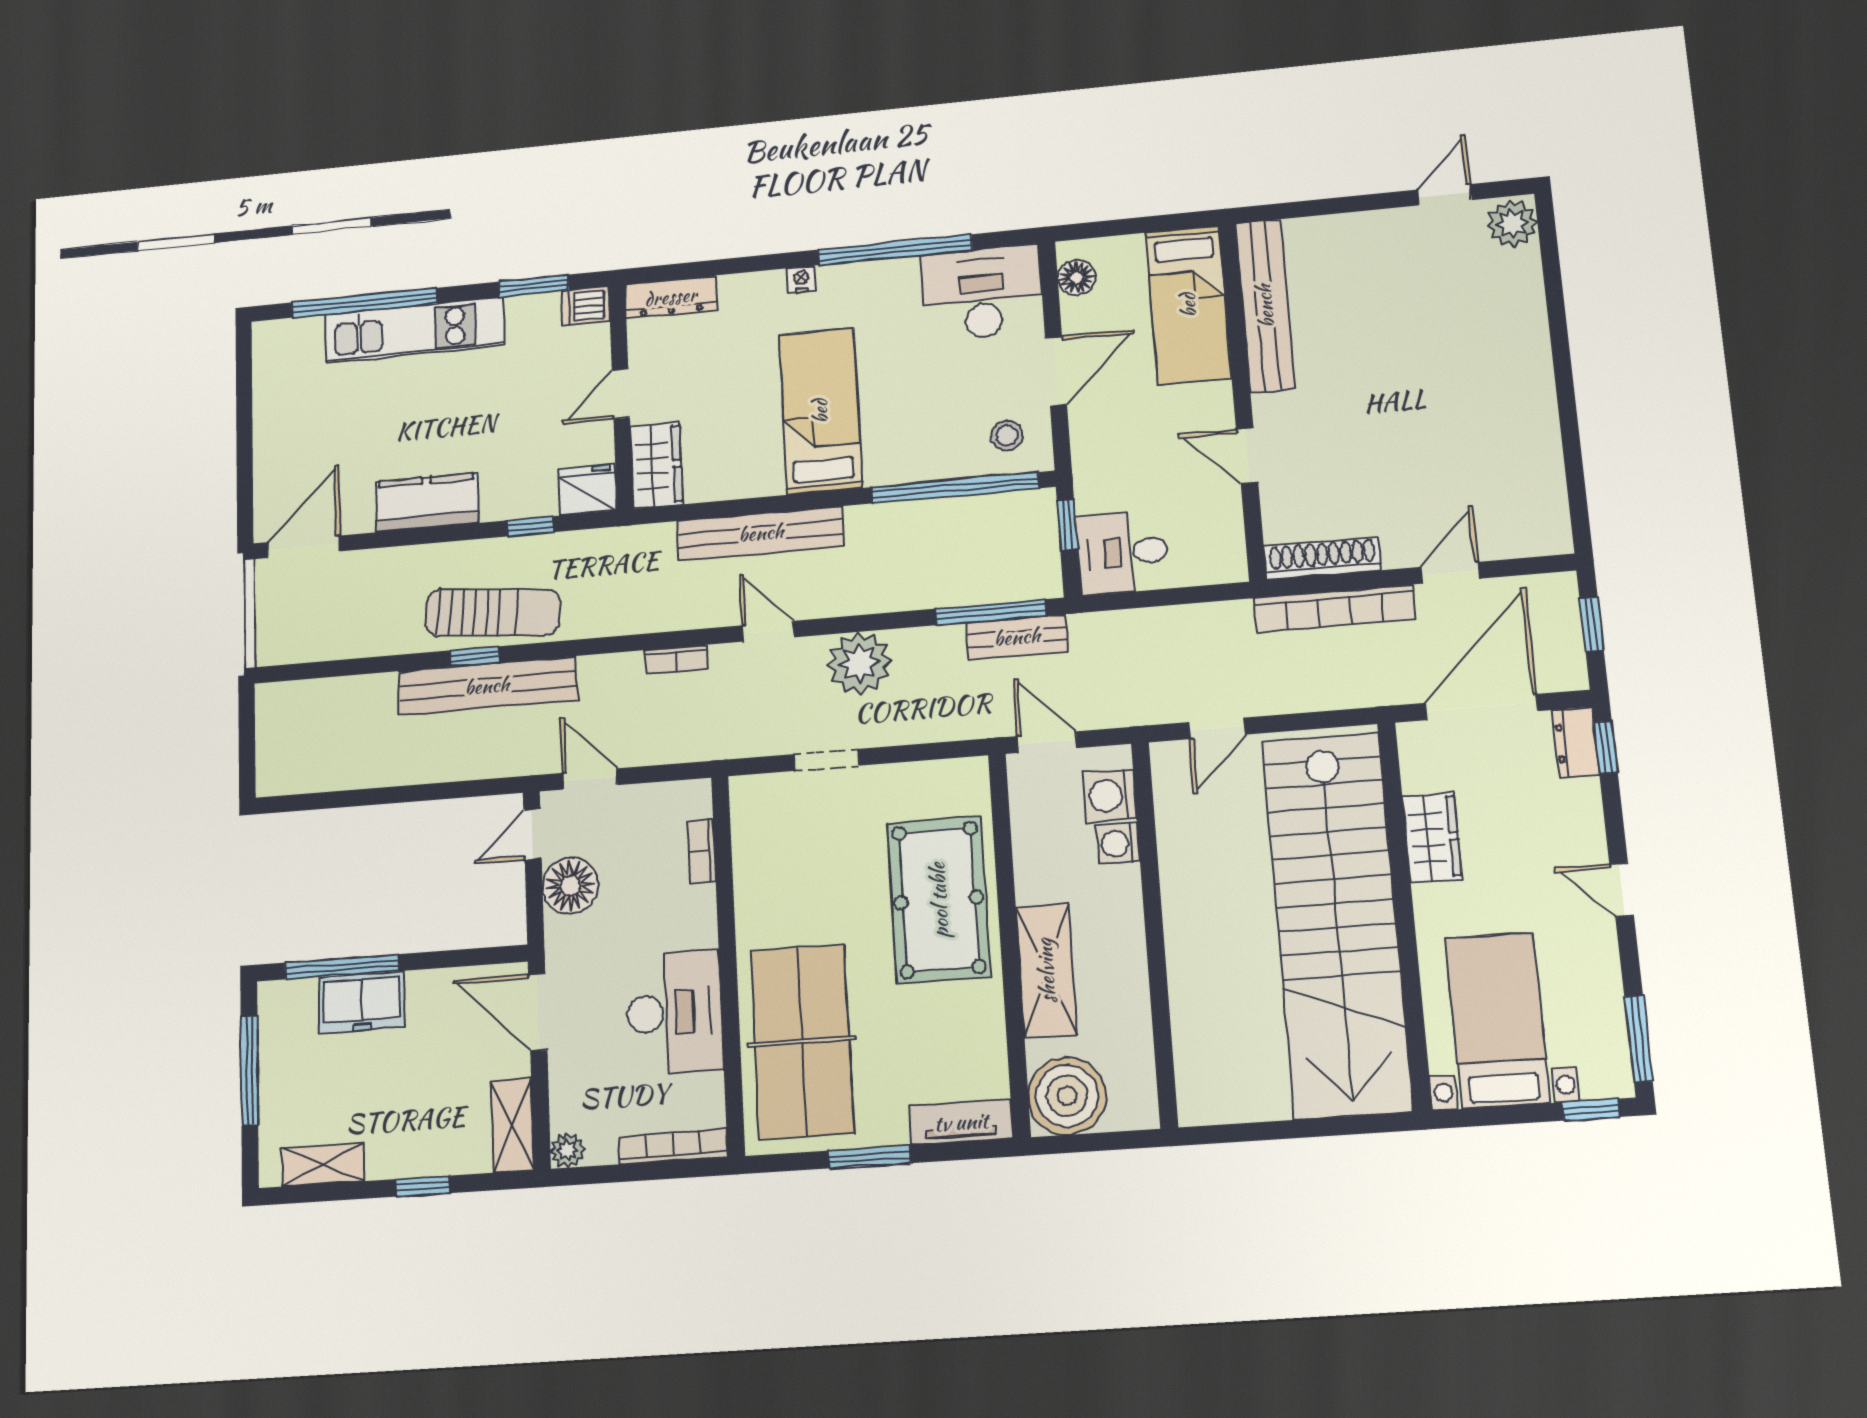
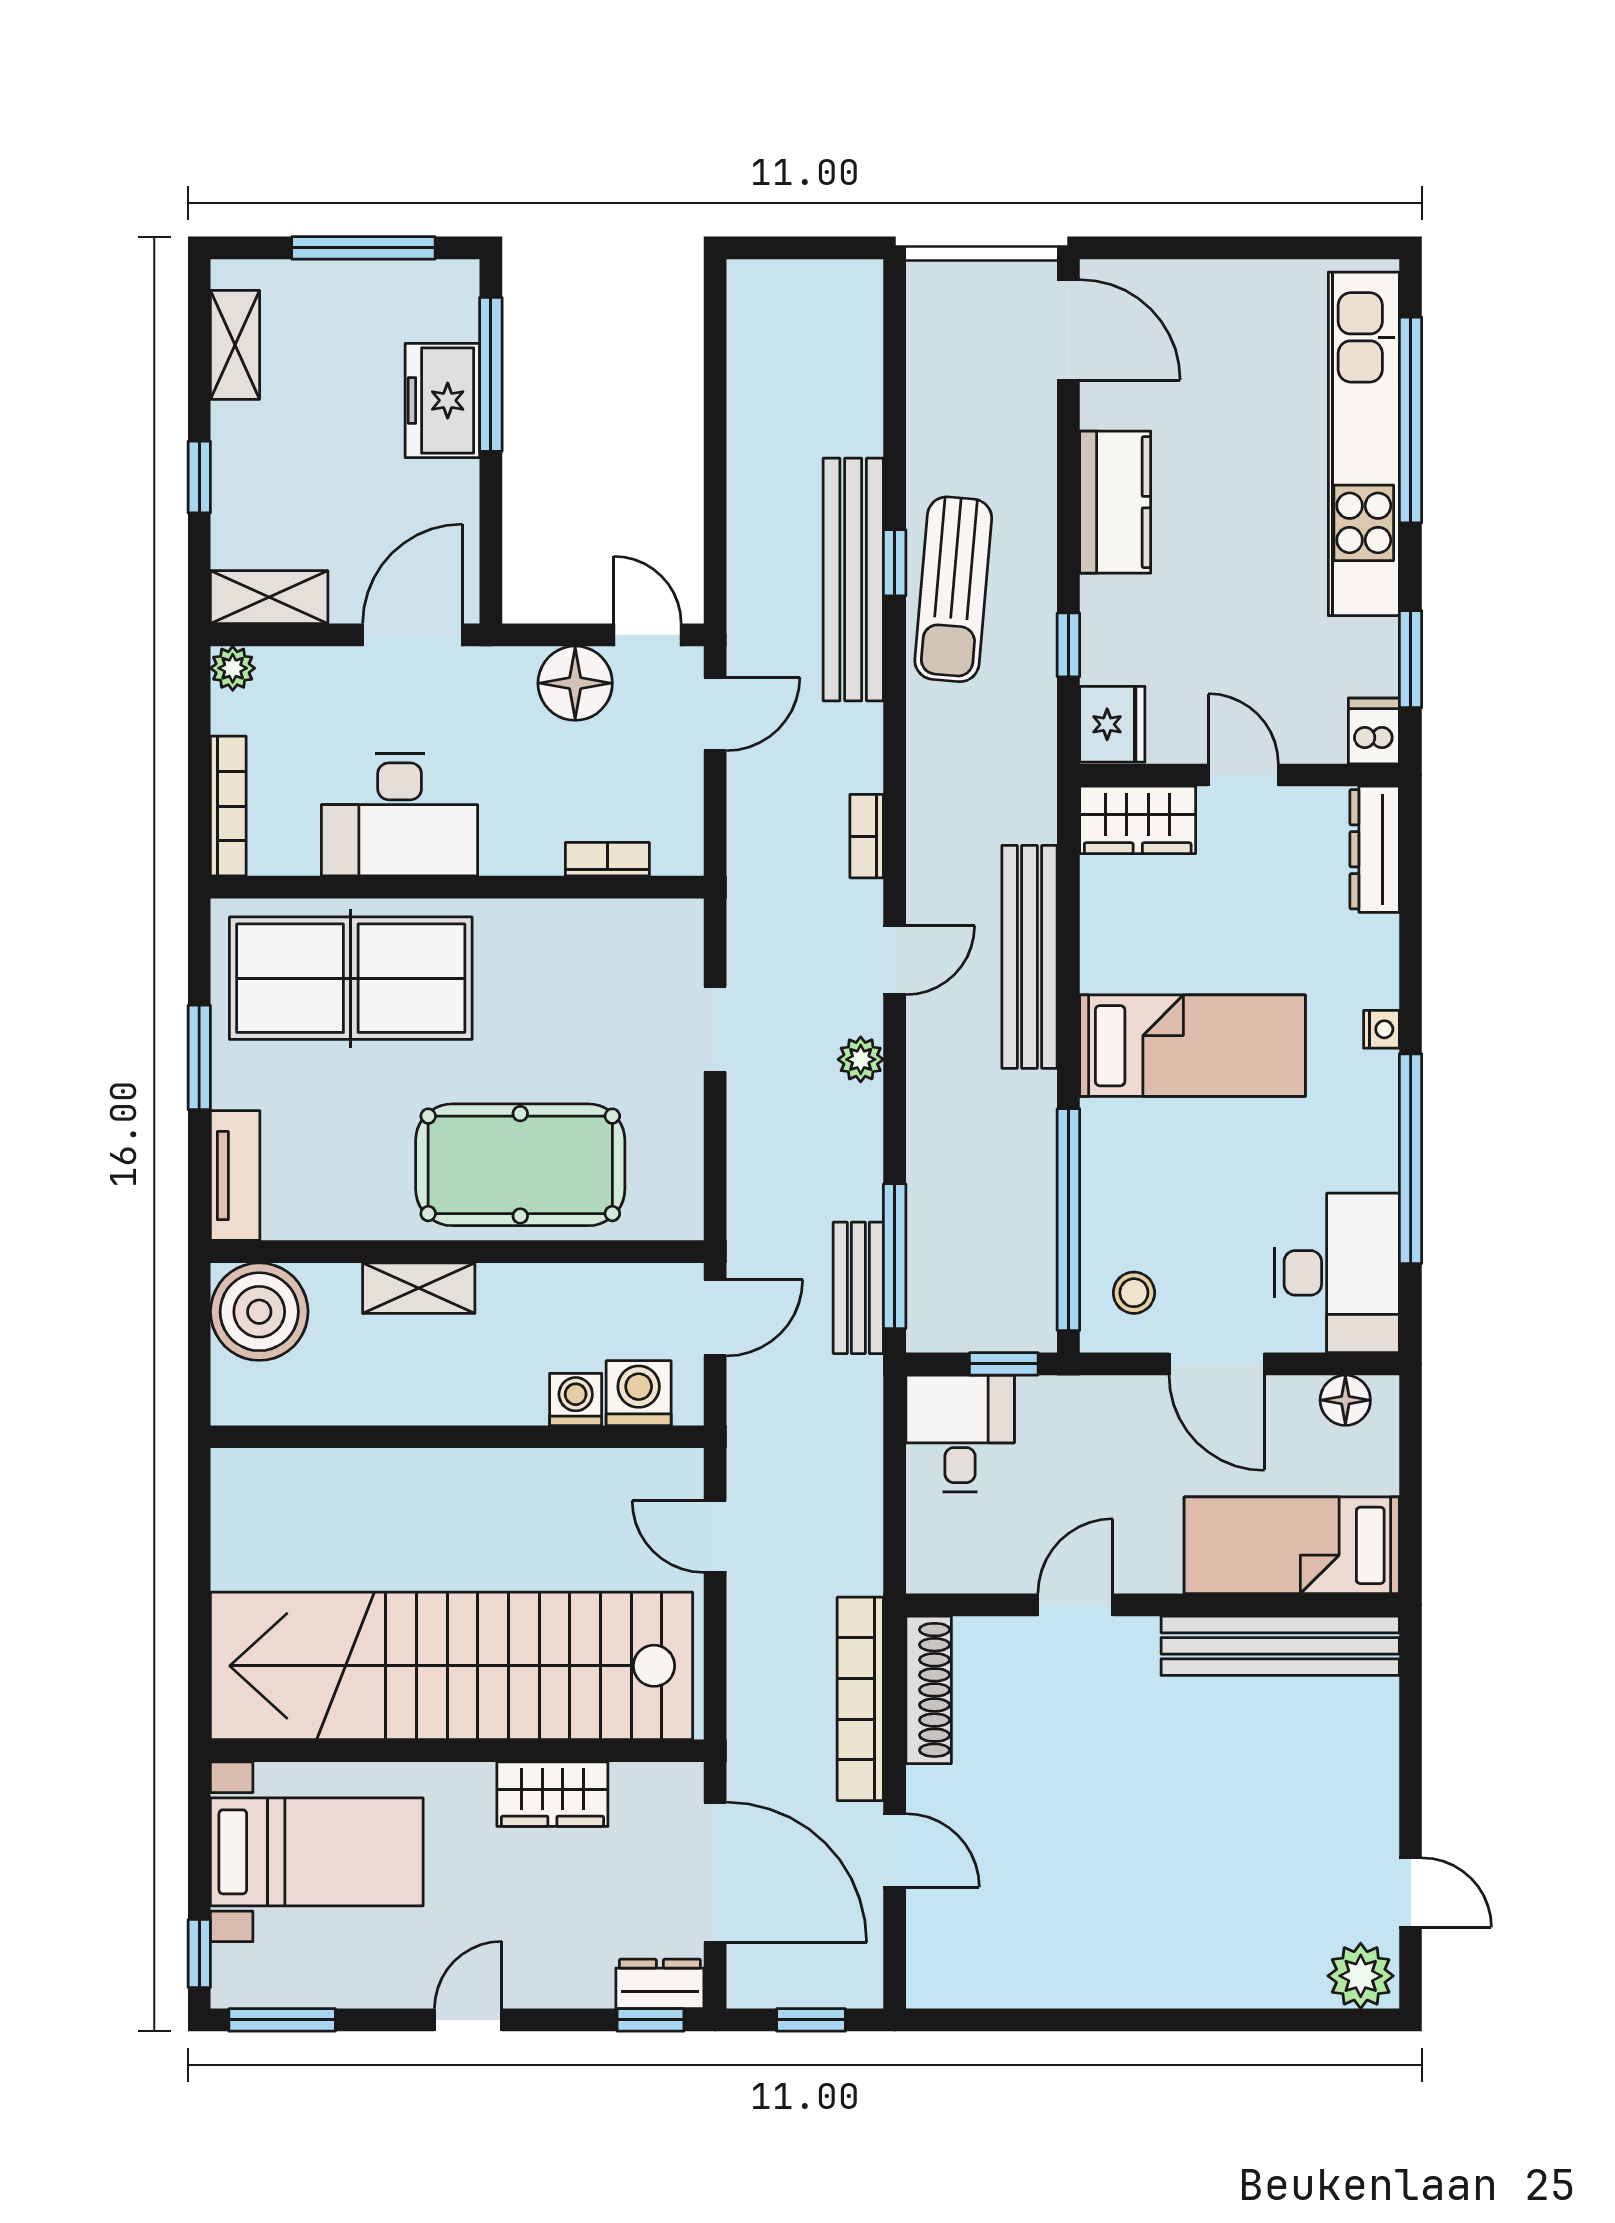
kitchen unit: (414, 330) -> (1364, 444), width x1.36
plant: (859, 663) -> (861, 1059), width x0.53, depth x0.53
shelving: (1046, 971) -> (419, 1288), width x0.67, depth x0.75

